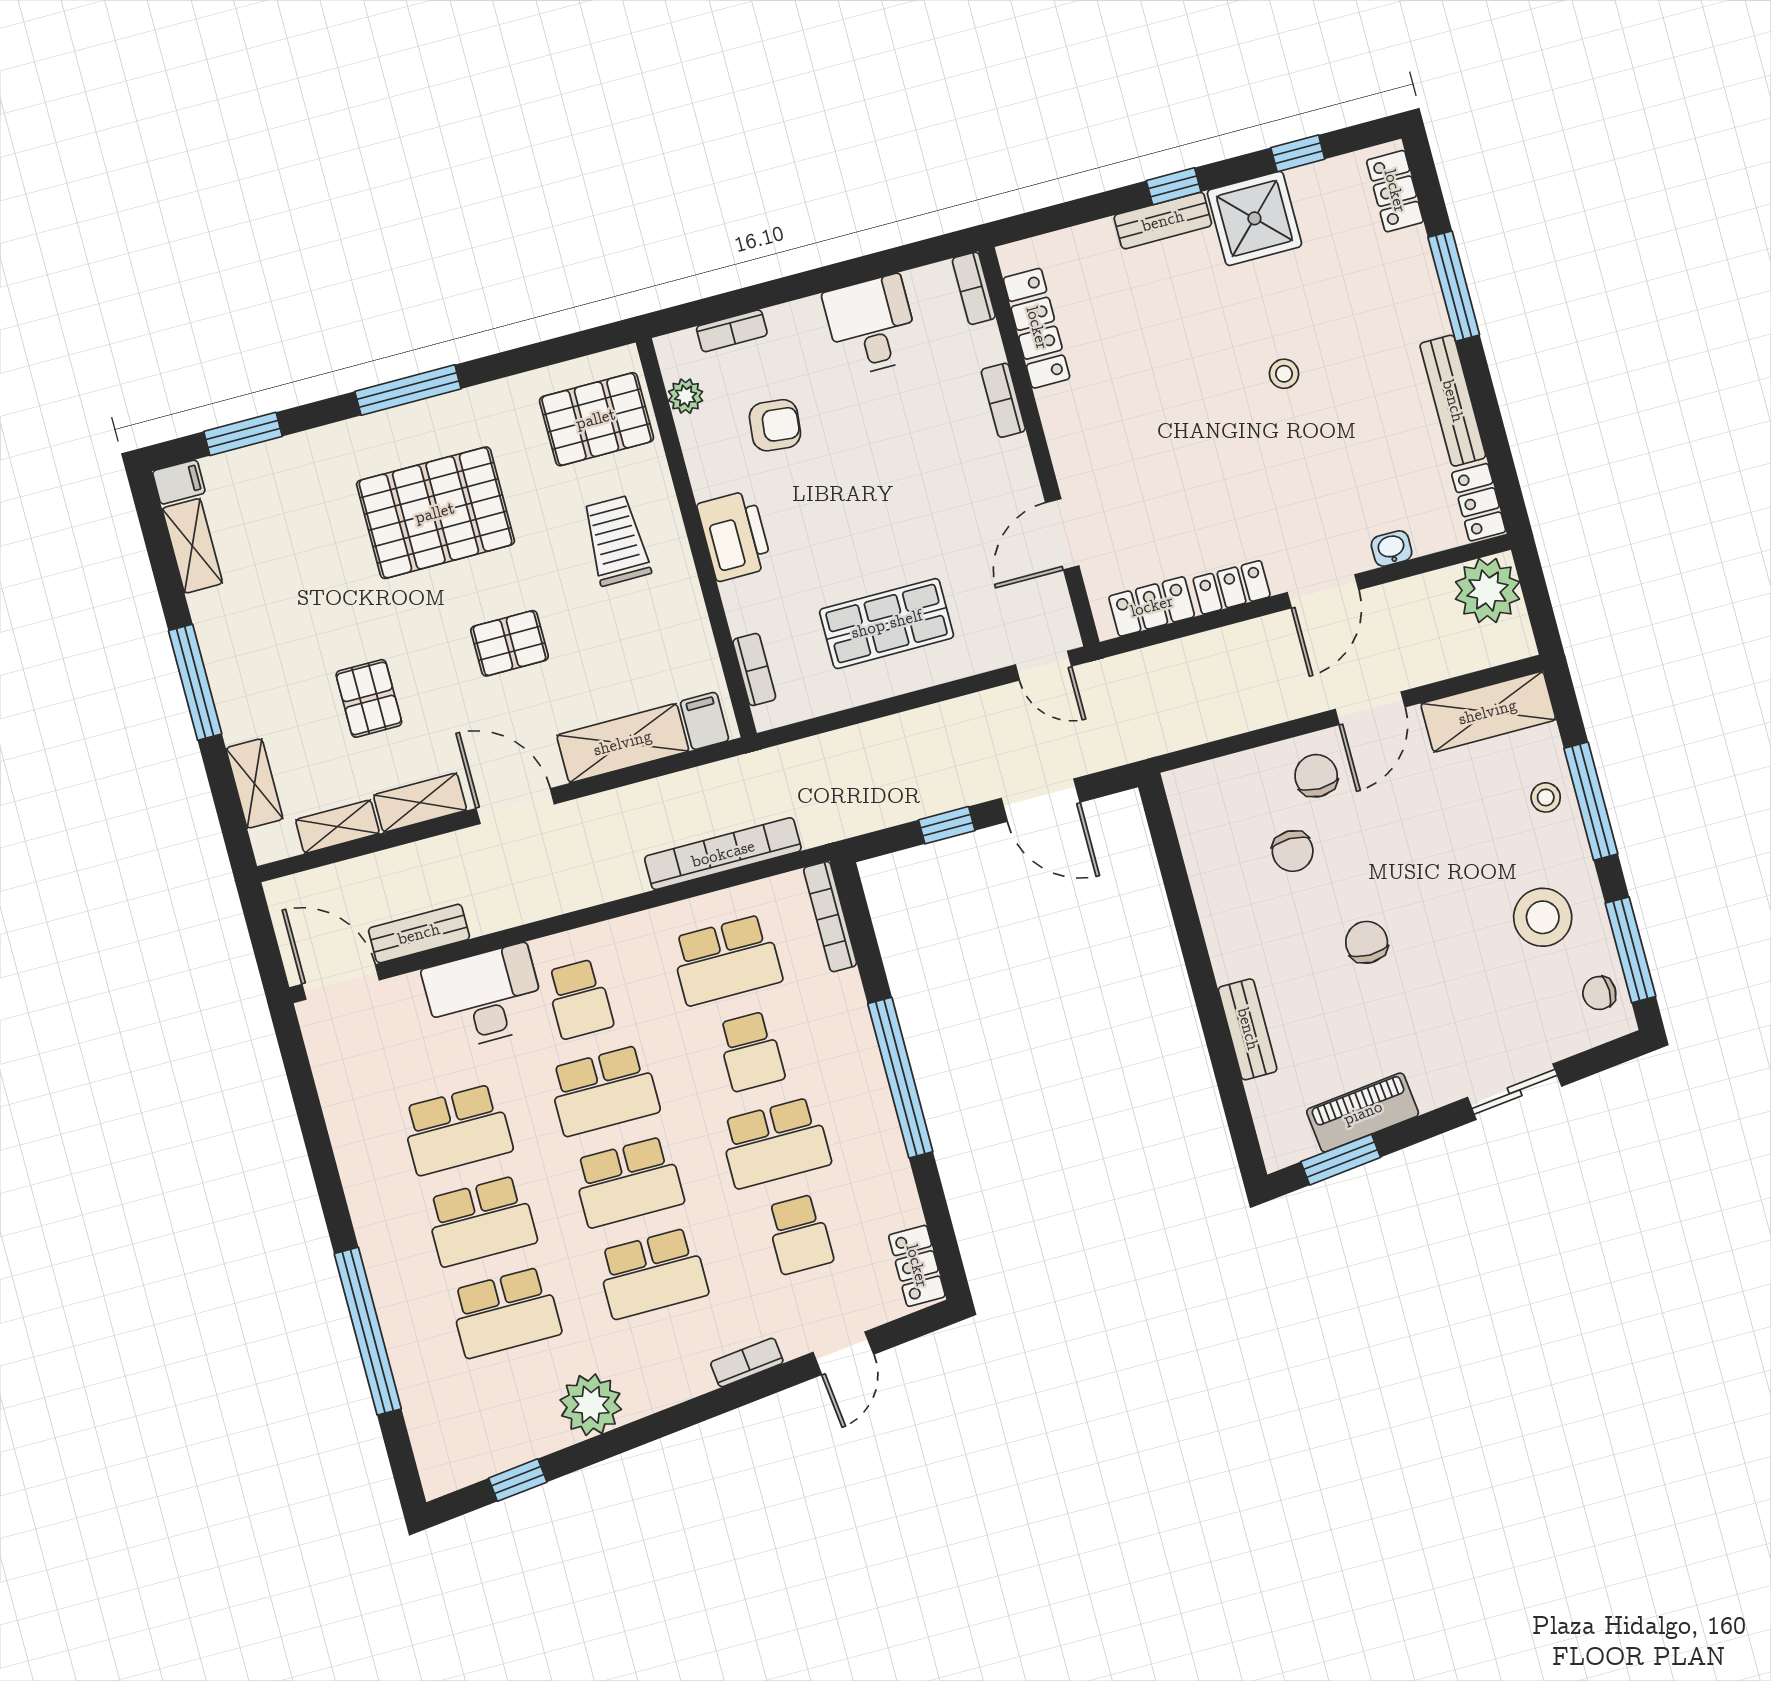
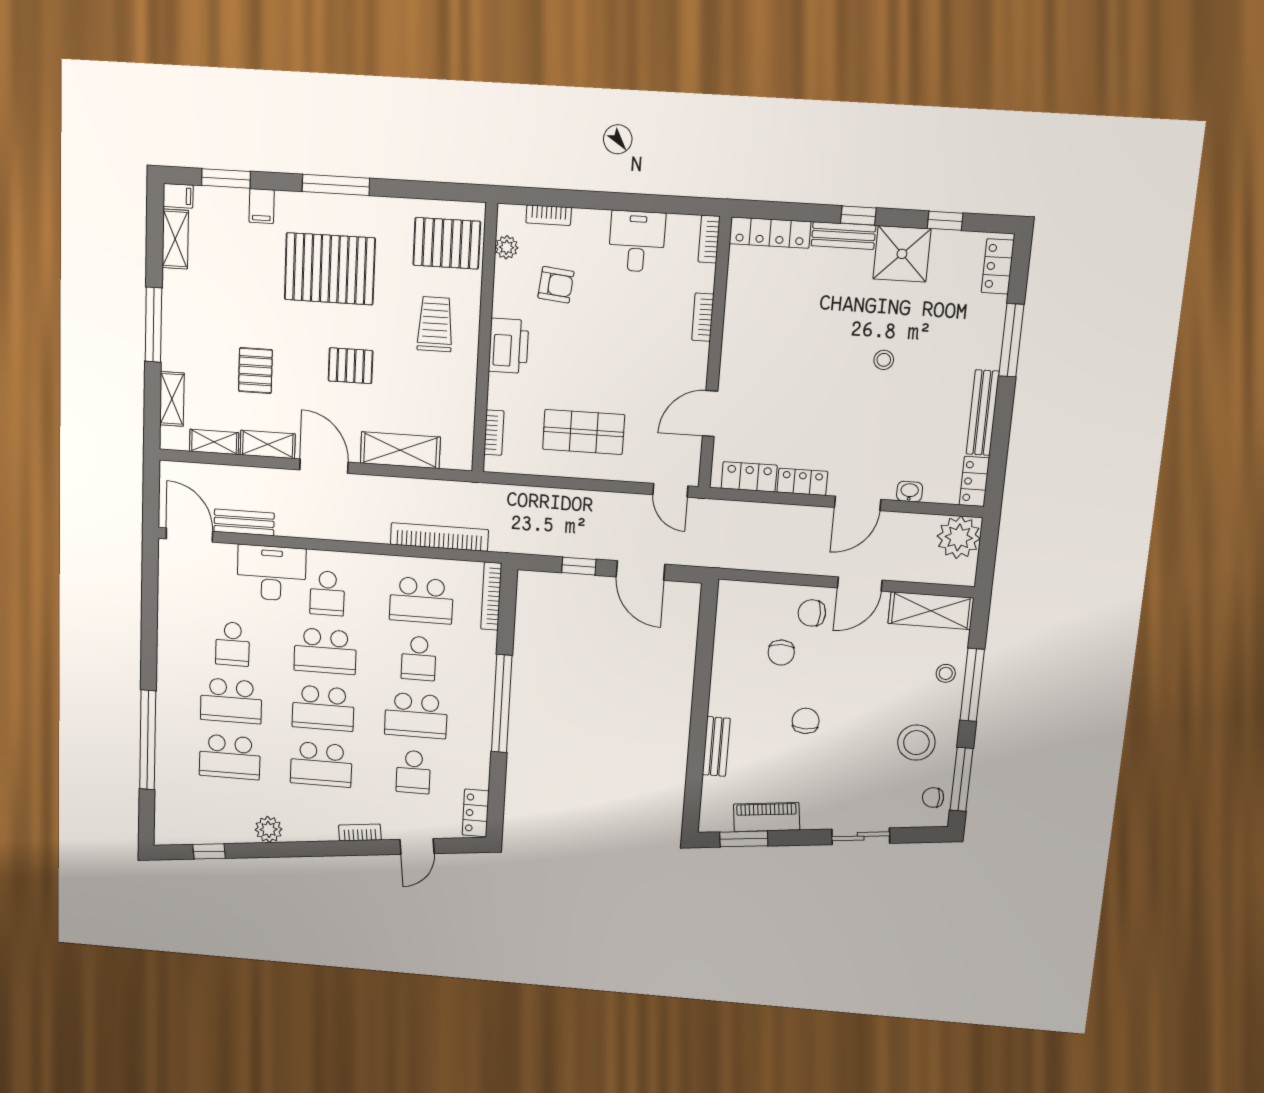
locker: (1037, 328) -> (770, 233), moved, turned 90
filing cabinet: (704, 721) -> (262, 206), moved, turned 180
chair: (1316, 776) -> (812, 613), turned -90
school desk: (457, 1130) -> (232, 644), width x0.54
plant: (591, 1405) -> (269, 829), width x0.73, depth x0.73

